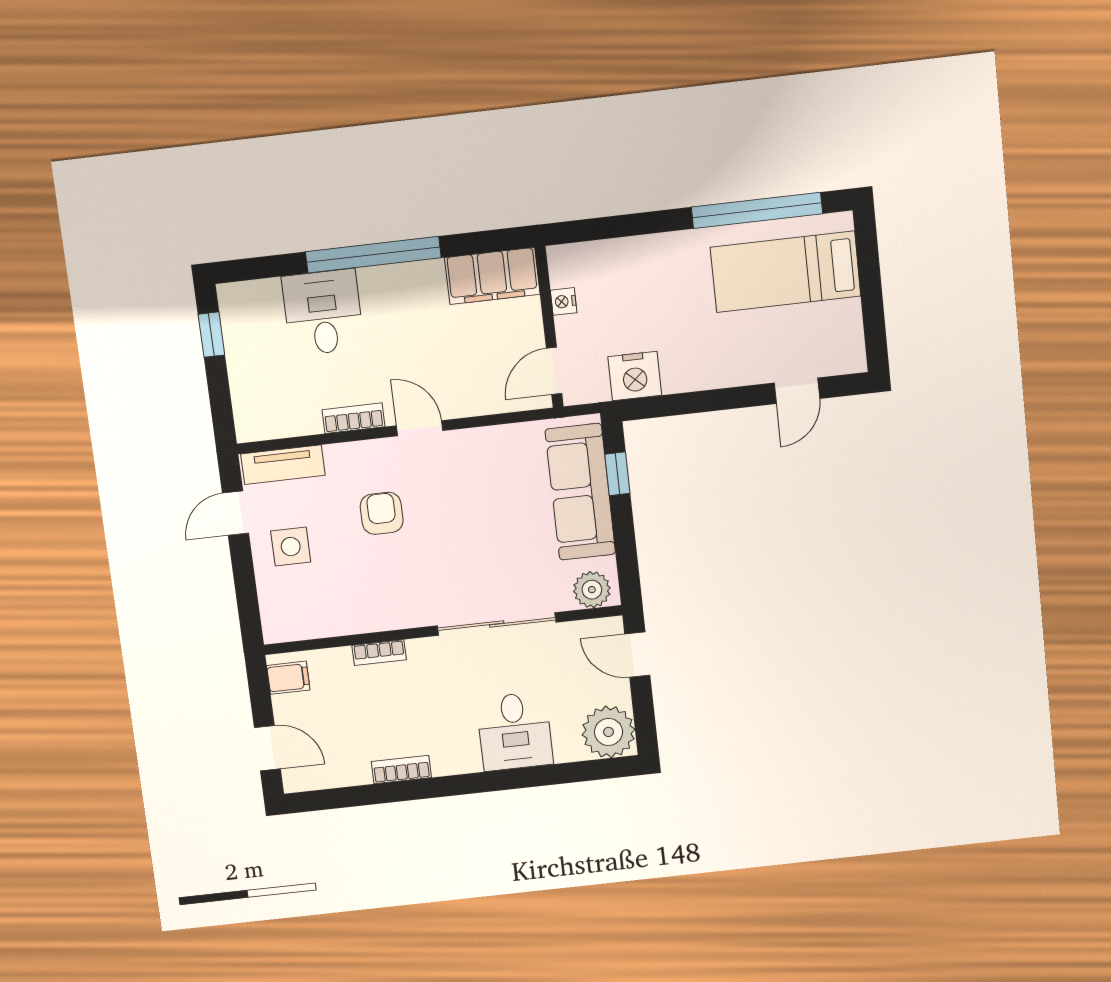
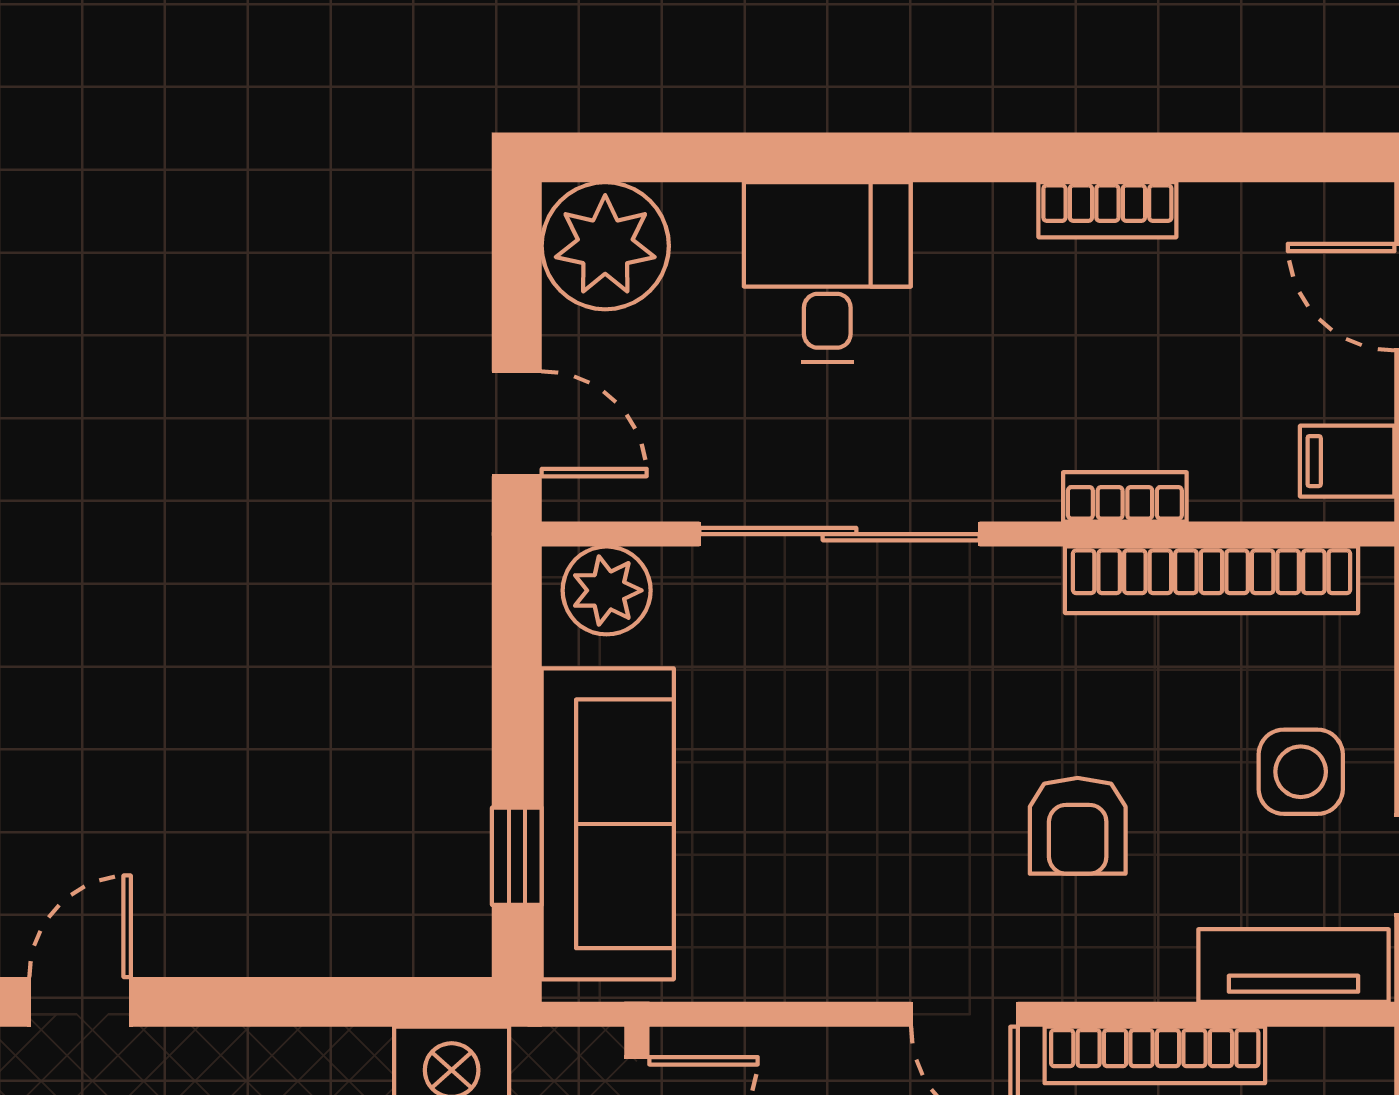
bookcase: (354, 418) -> (1155, 1055), width x1.56
bookcase: (339, 622) -> (1212, 580), added

